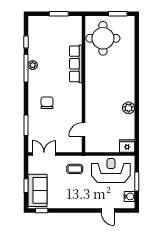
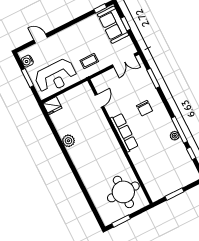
row of seats: (76, 64) -> (124, 132), moved

